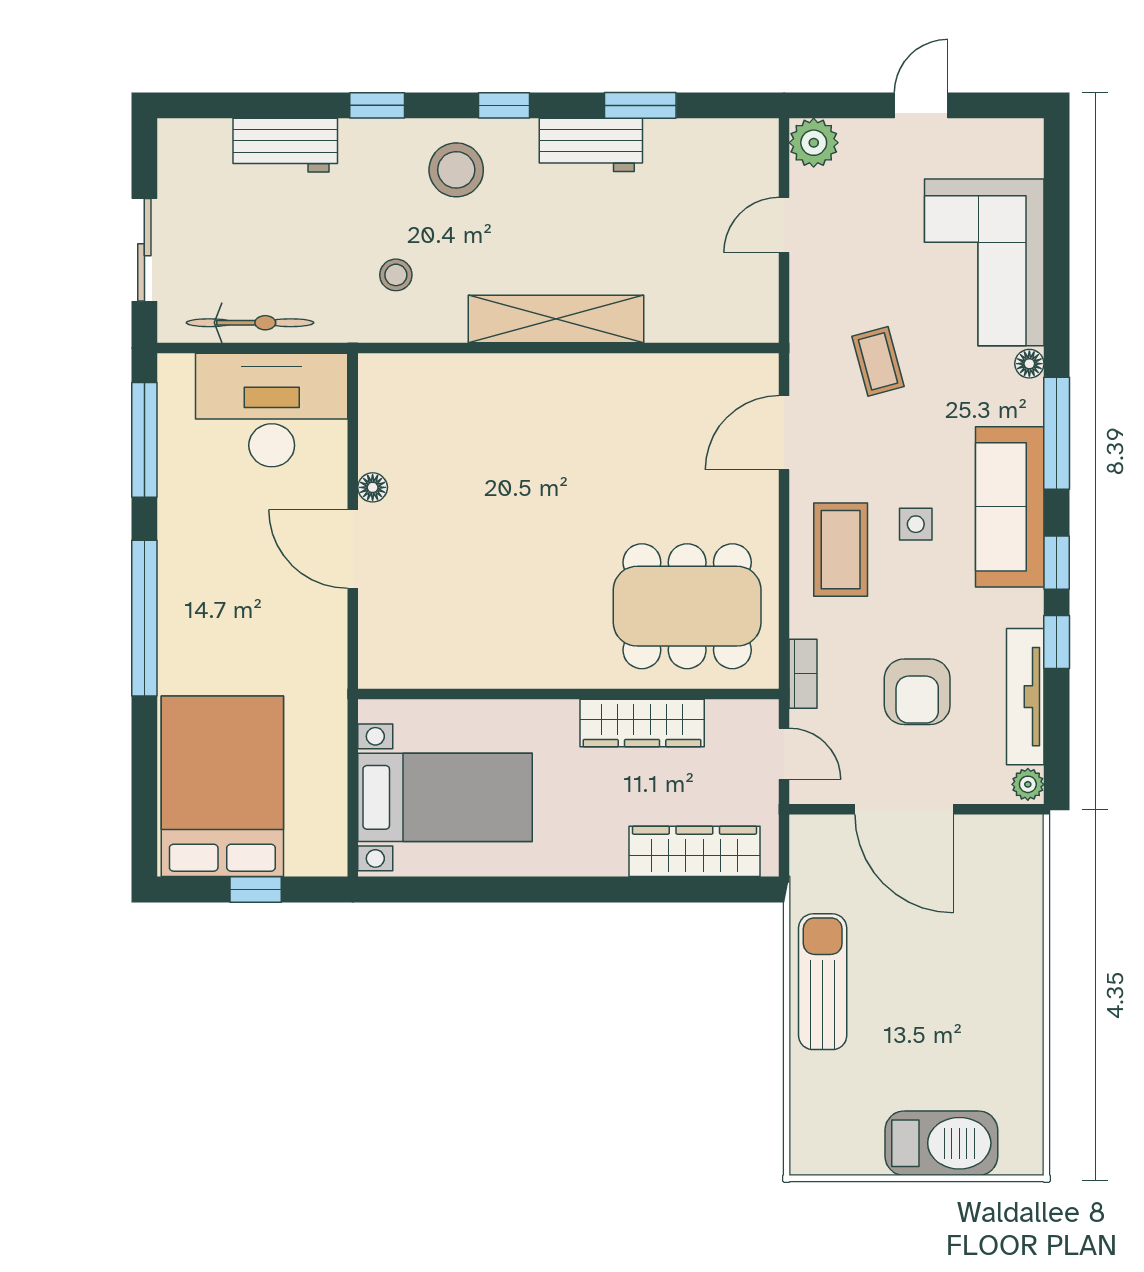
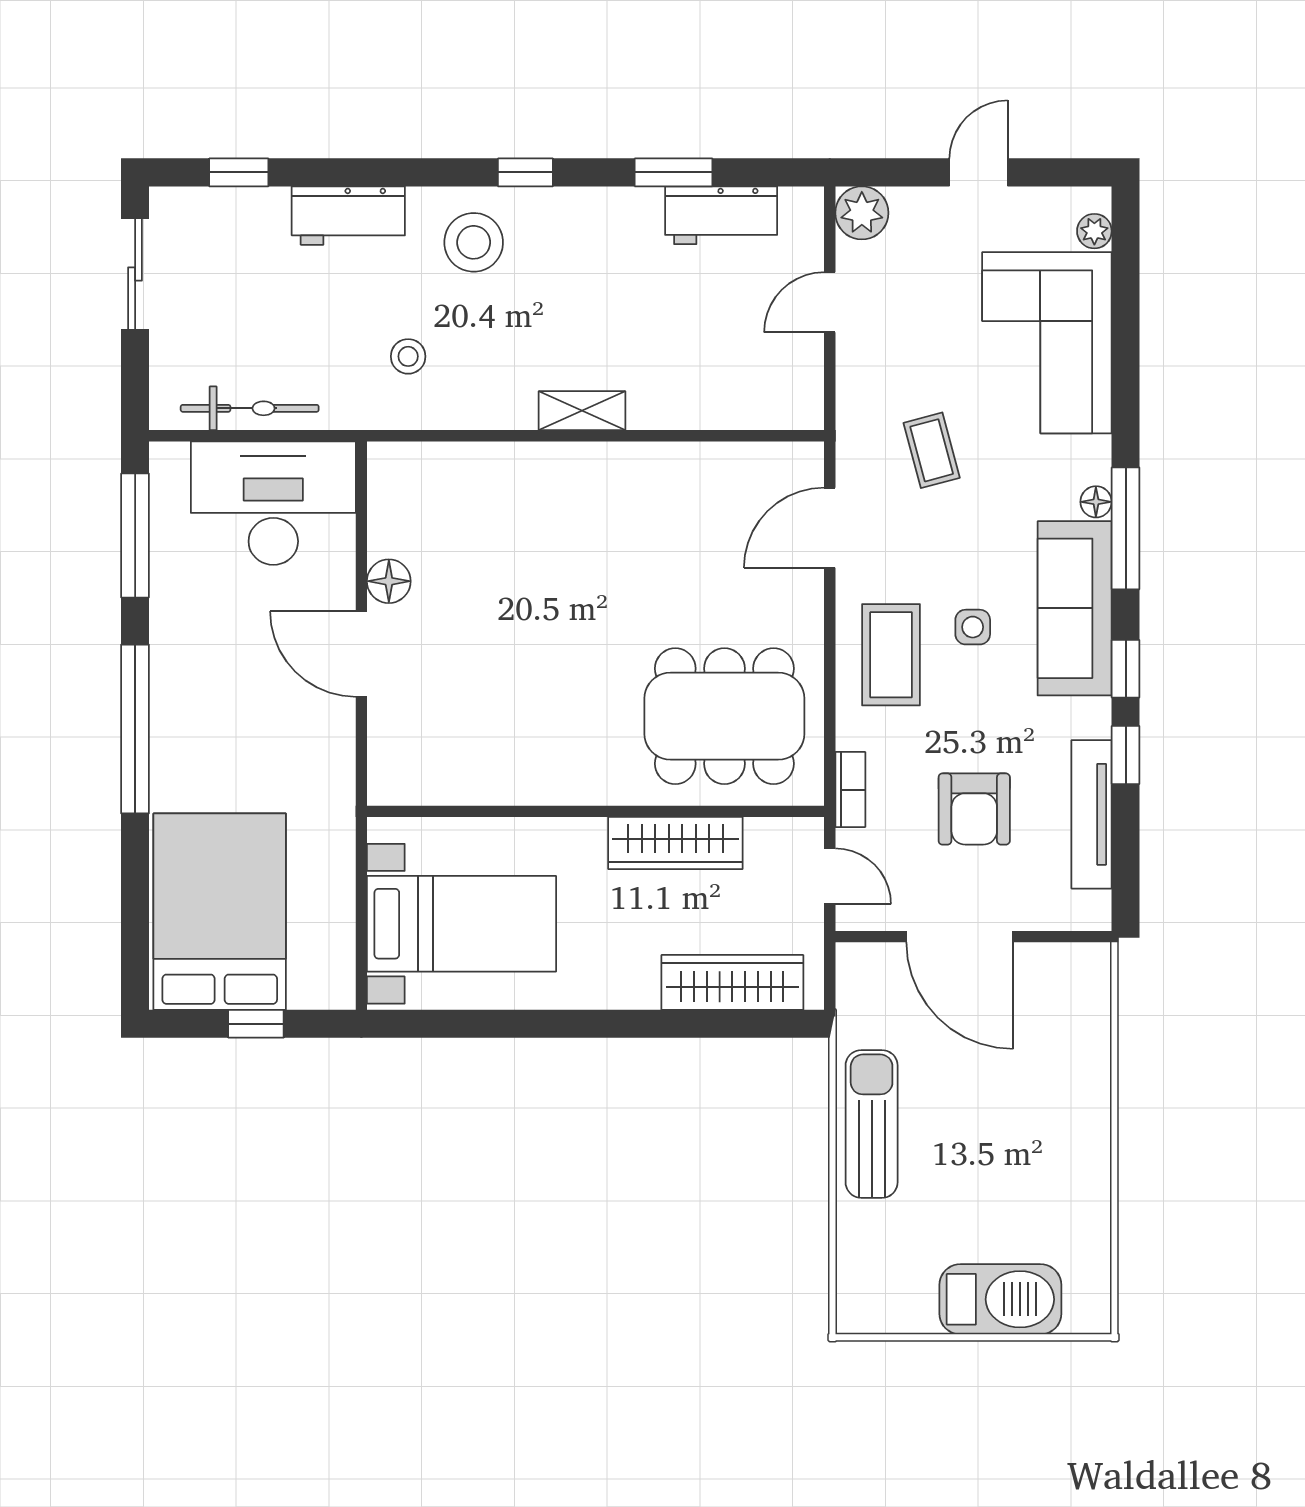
window: (377, 105) -> (239, 172), moved
workbench: (285, 145) -> (348, 216), moved
workbench: (591, 145) -> (721, 215), moved
sliding door: (144, 250) -> (135, 274), moved
shelving: (556, 319) -> (582, 411), width x0.45, depth x0.75
floor lamp: (1029, 364) -> (1096, 502), moved
floor lamp: (373, 487) -> (389, 581), width x1.37, depth x1.37
plant: (1028, 784) -> (1094, 231), moved

